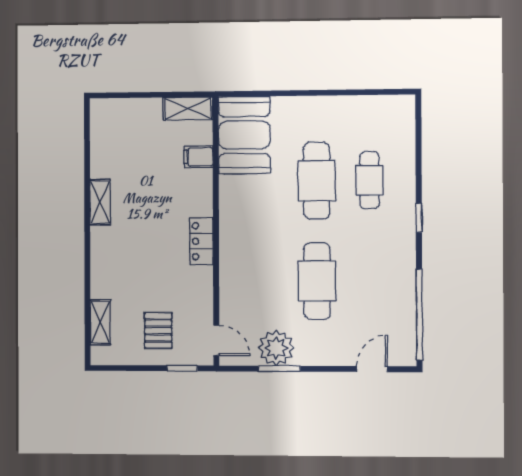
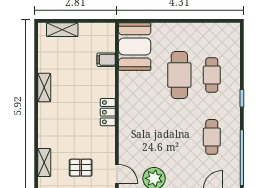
shelving: (188, 109) -> (62, 30), moved
cafe table: (317, 281) -> (212, 137), moved, width x0.73, depth x0.74
pallet: (158, 331) -> (81, 168), turned 90

